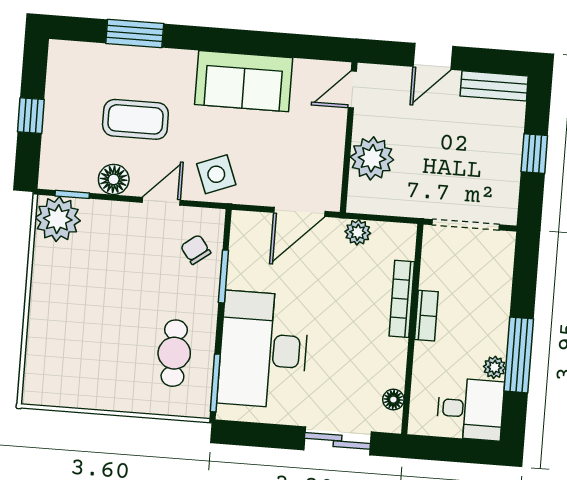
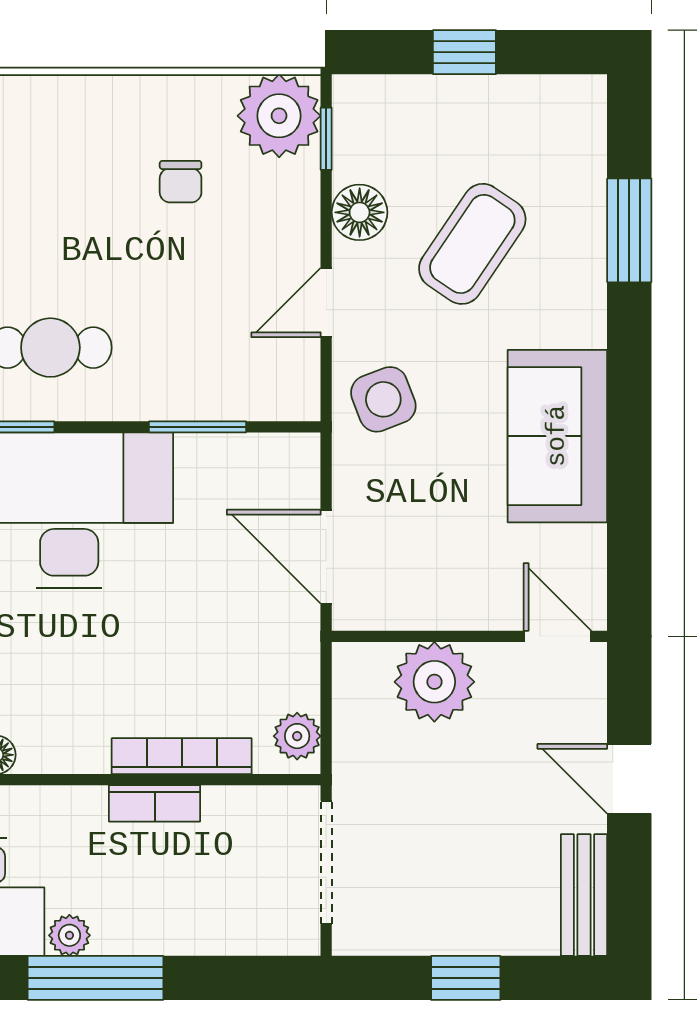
coffee table: (135, 119) -> (472, 244), turned 34
door: (161, 201) -> (326, 303), swing flipped
plant: (358, 232) -> (297, 736), moved
chair: (196, 250) -> (181, 182), moved, turned 127

